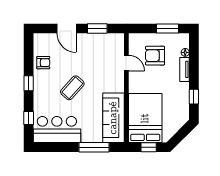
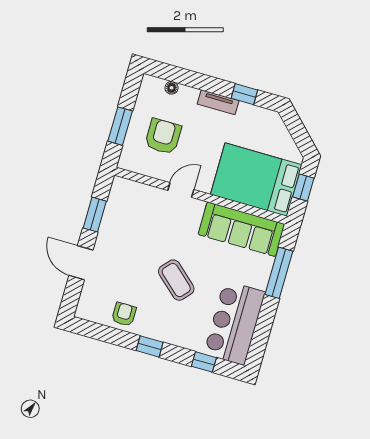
door: (66, 29) -> (81, 263), swing flipped
window: (167, 29) -> (120, 126), moved
armchair: (155, 56) -> (163, 136), turned 180
door: (126, 63) -> (181, 190), moved
tv unit: (185, 69) -> (218, 102), moved

